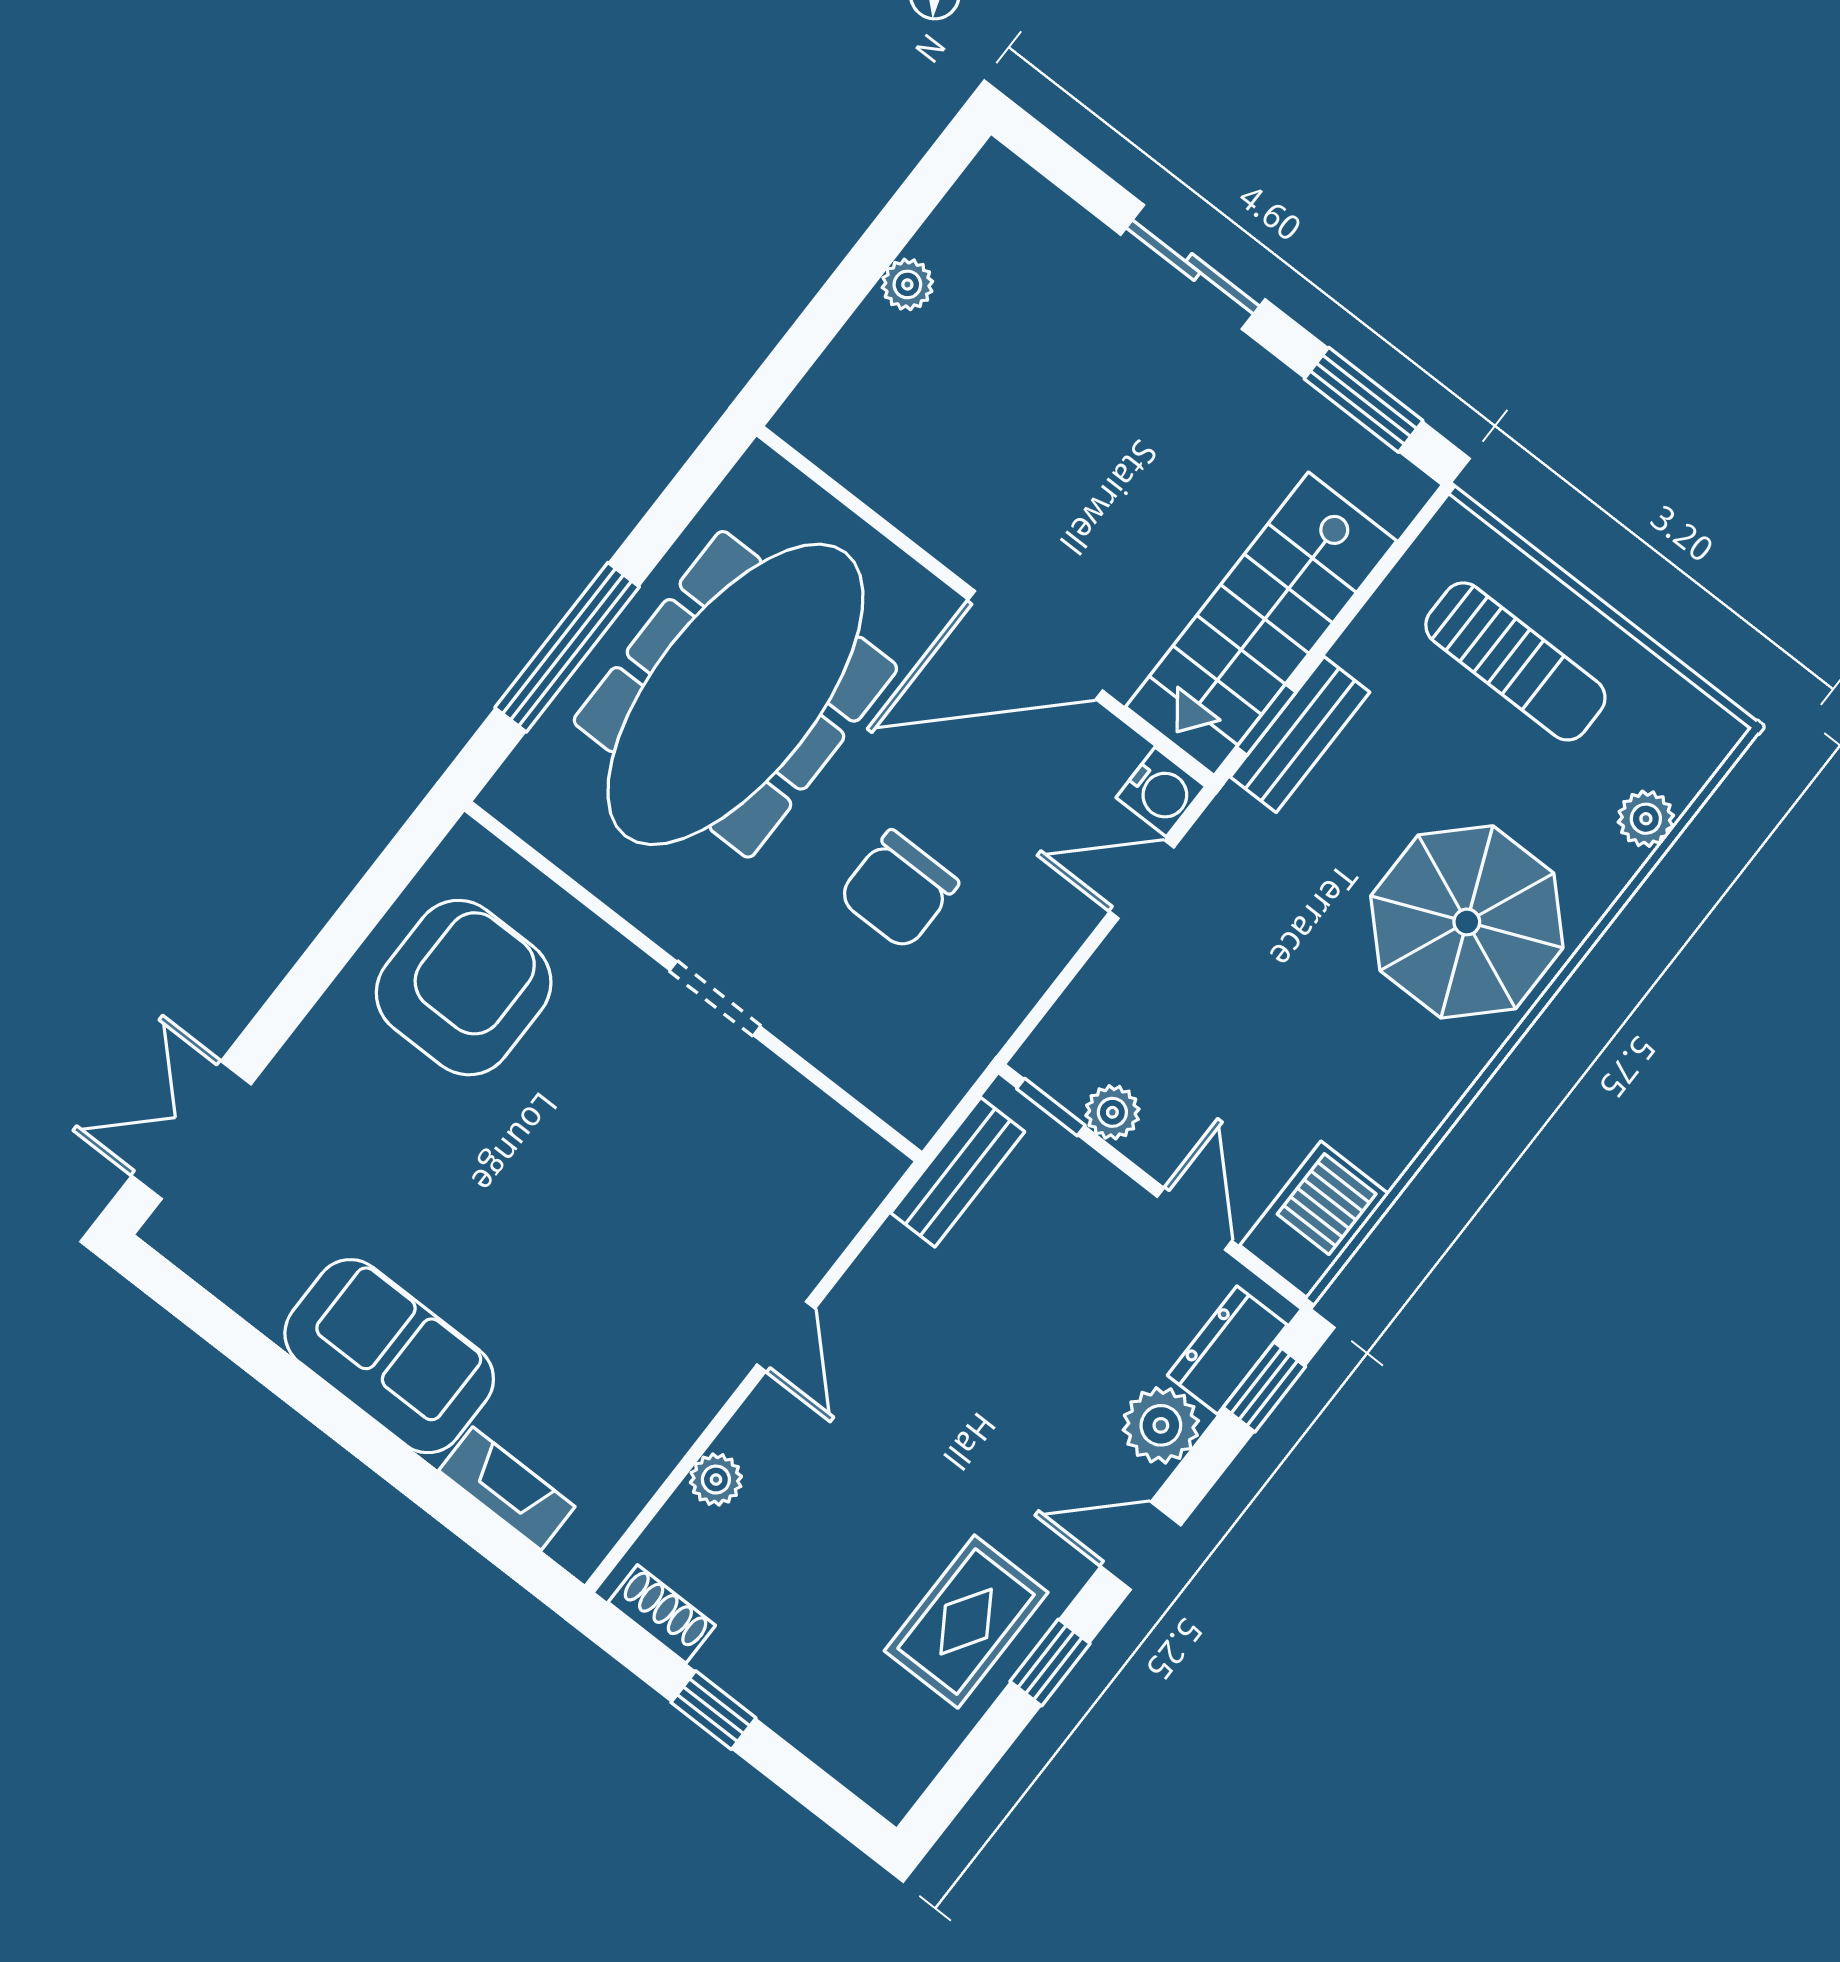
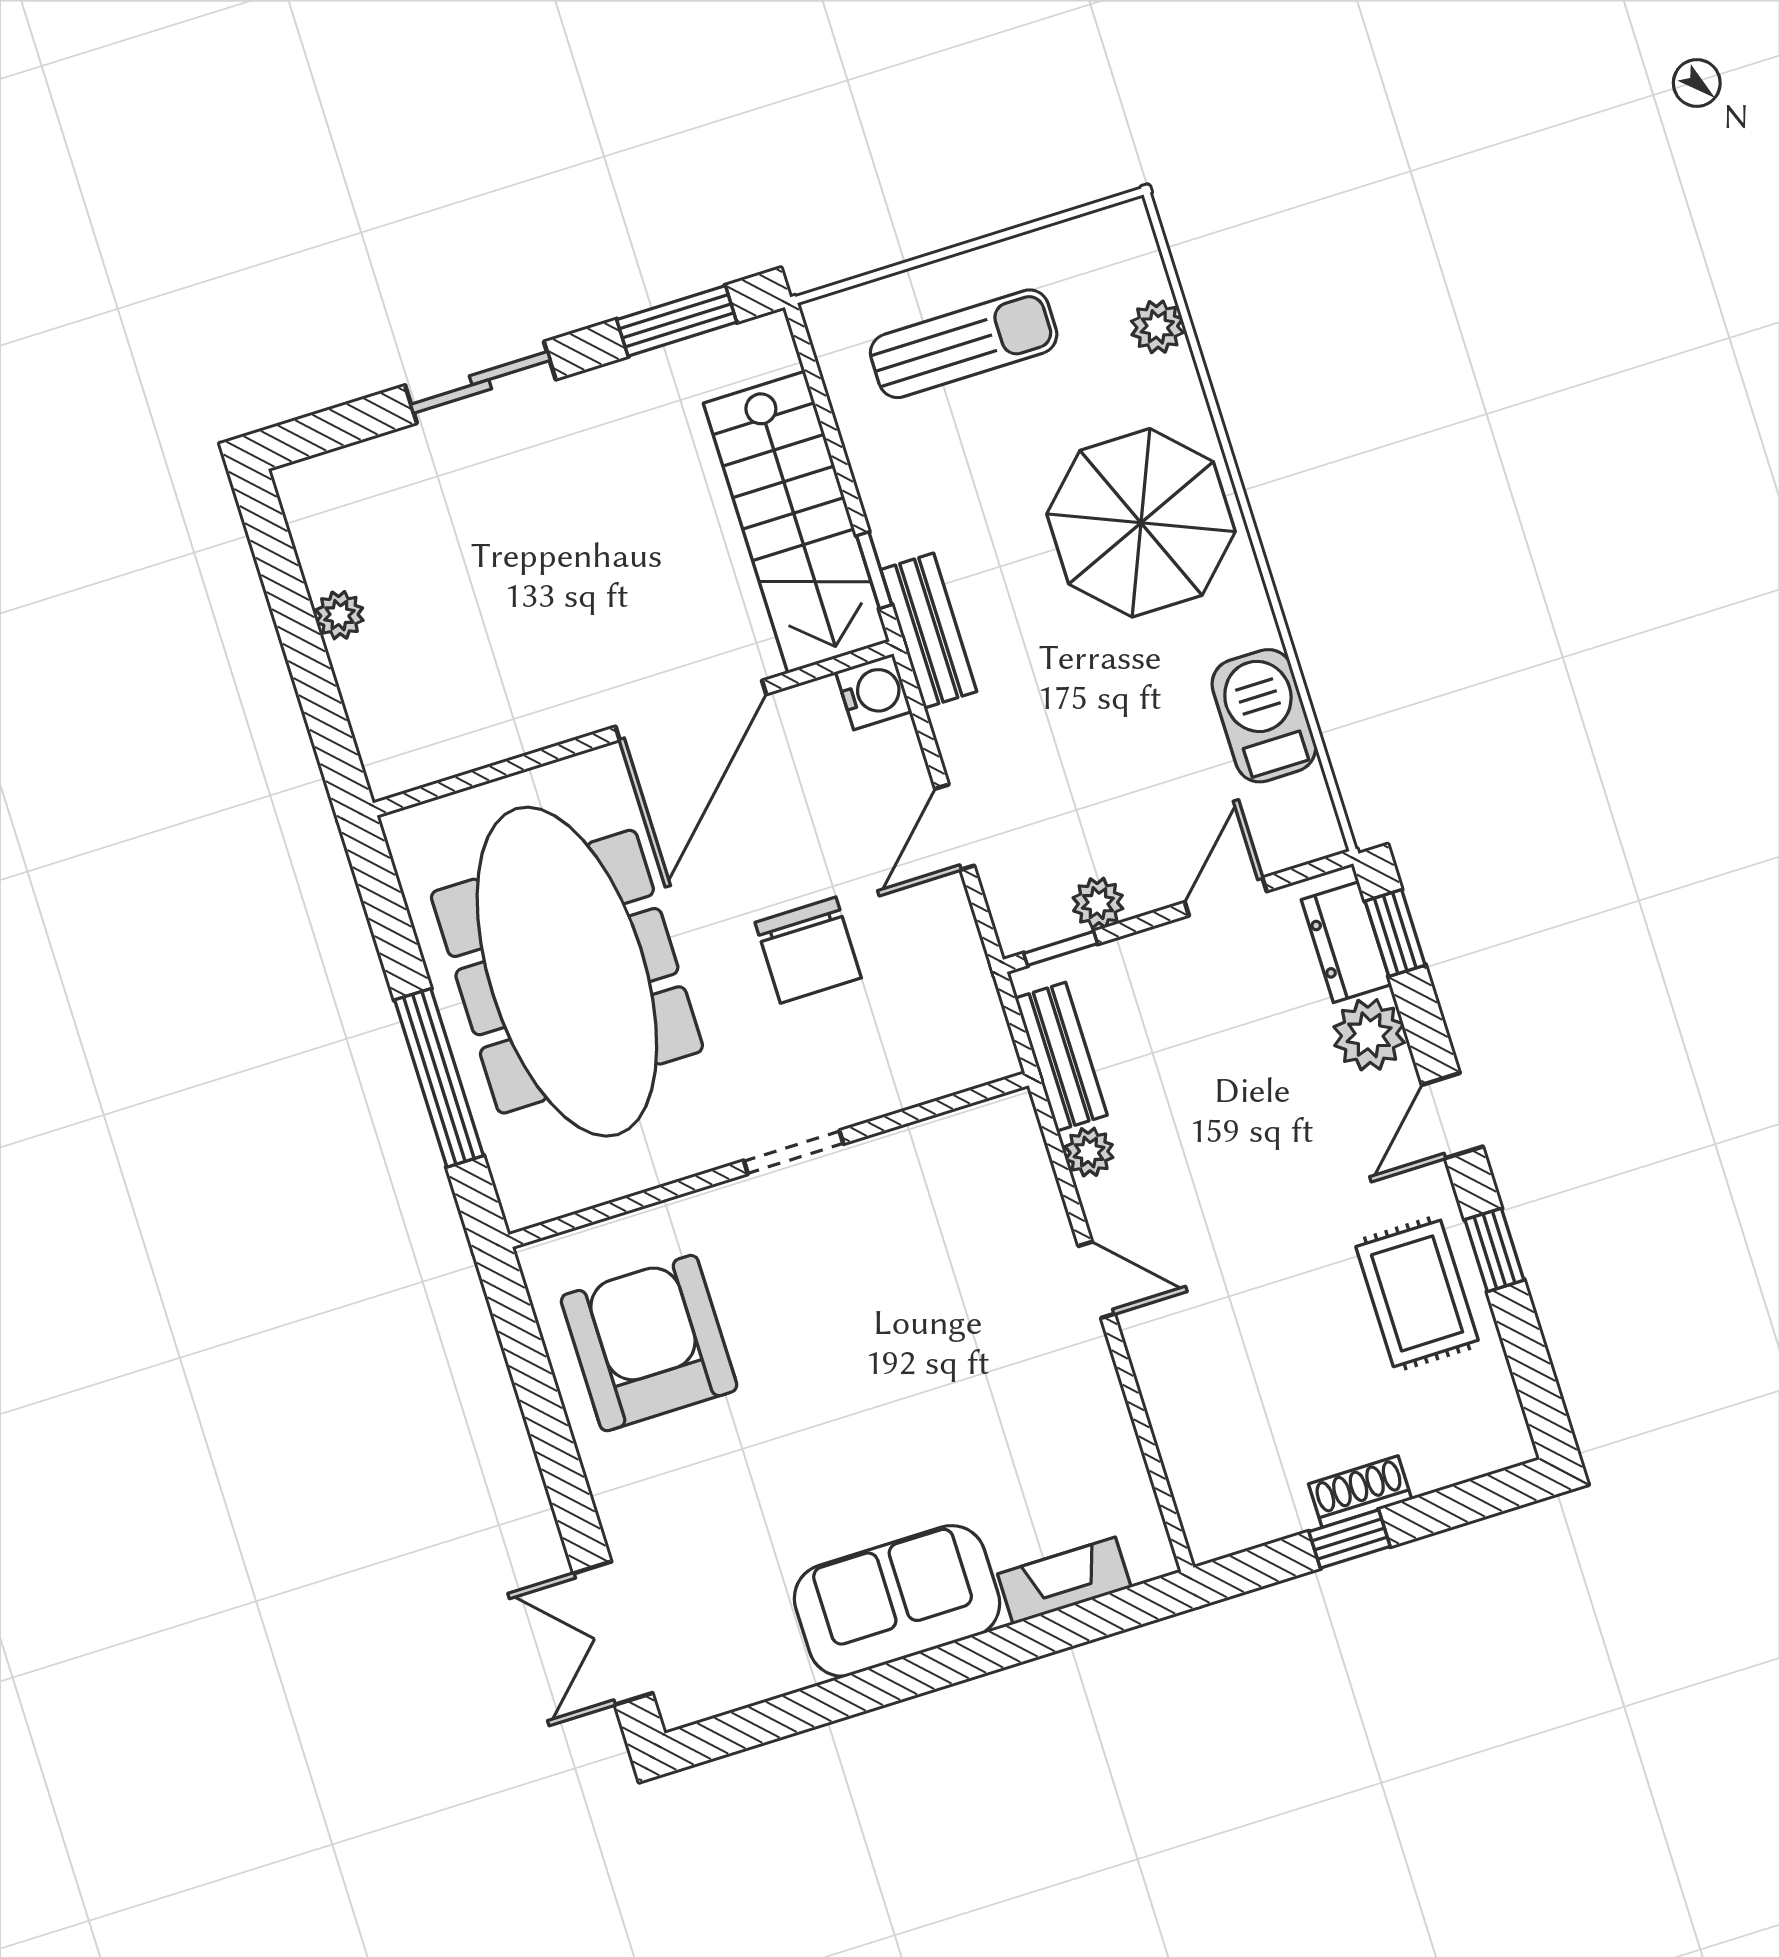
bench: (1300, 734) -> (929, 631), moved
door: (1142, 879) -> (955, 827), moved
door: (1194, 1219) -> (1226, 897), hinge flipped
barbecue: (1314, 1220) -> (1264, 716), moved
plant: (716, 1480) -> (1089, 1152), moved
shoe rack: (662, 1614) -> (1360, 1492), moved

